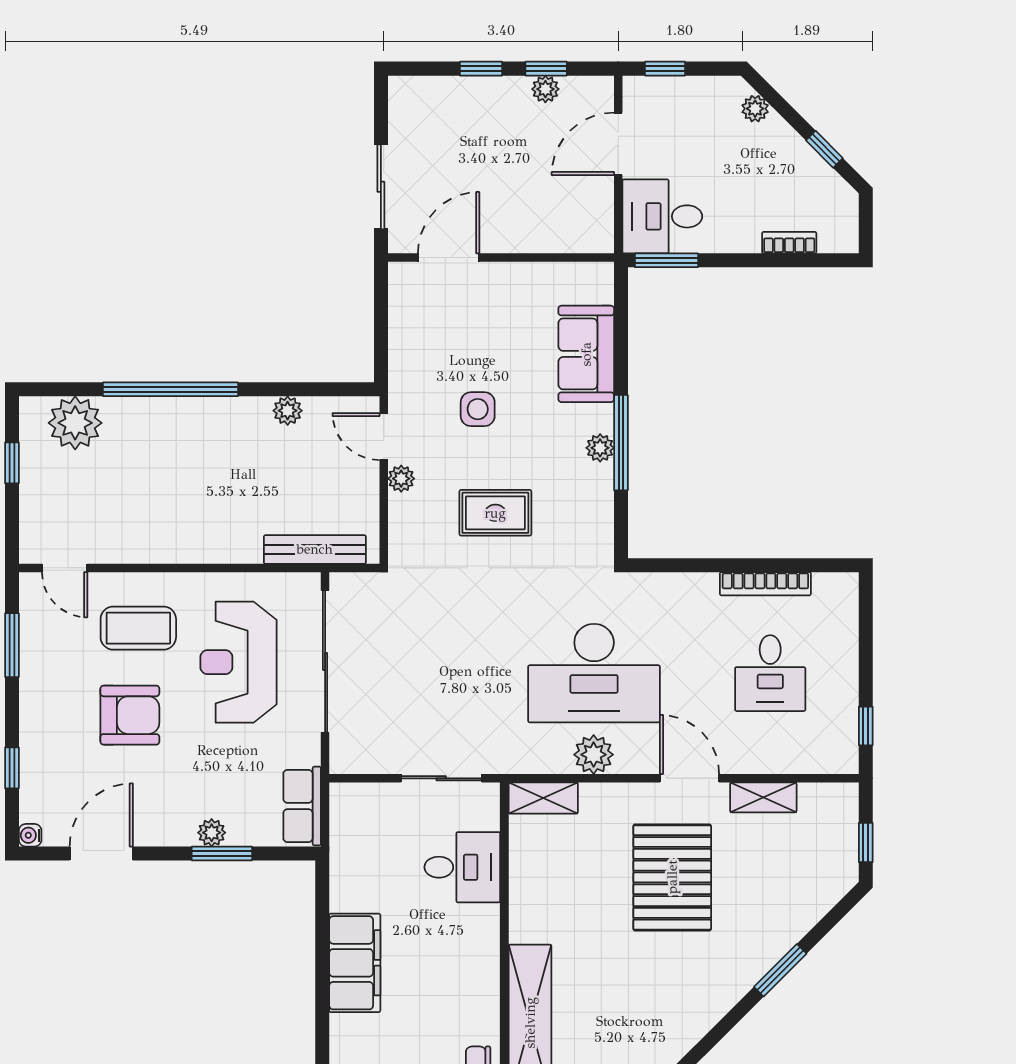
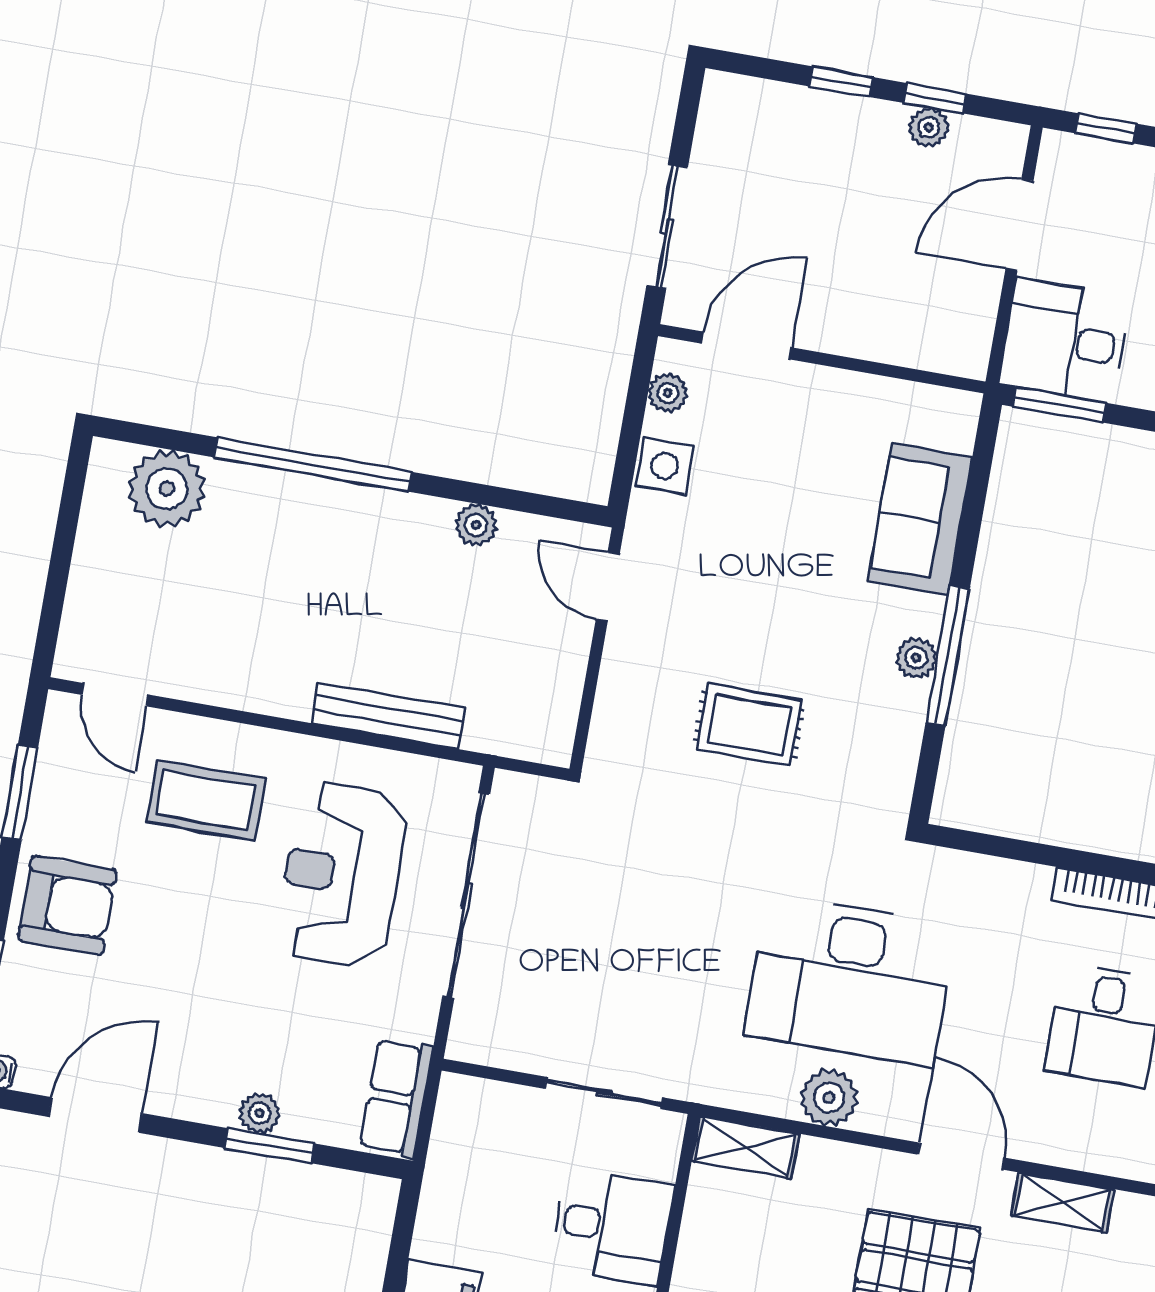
side table: (478, 409) -> (664, 466), moved
window: (12, 463) -> (66, 530), removed
plant: (401, 479) -> (668, 393), moved
bench: (315, 549) -> (388, 716), moved
armchair: (130, 715) -> (67, 905), moved

